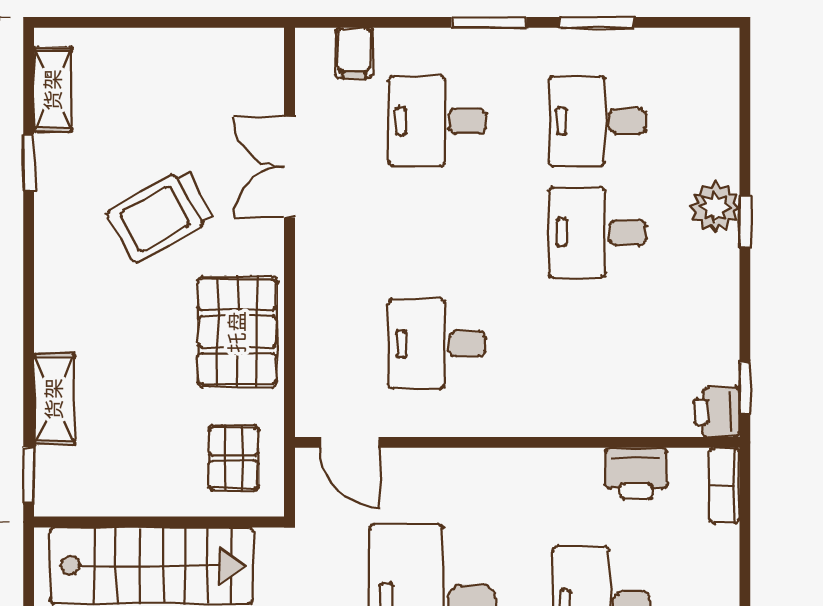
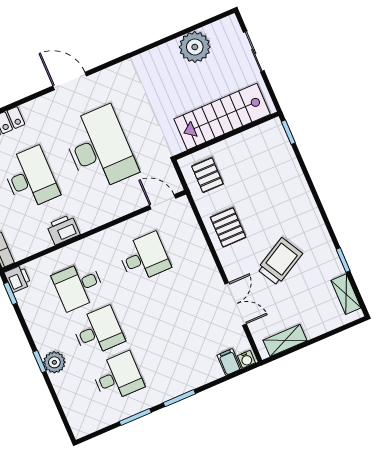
water cooler: (316, 43) -> (246, 359), added
desk: (437, 121) -> (79, 286), moved, turned 180
pallet: (237, 332) -> (228, 227), width x0.67, depth x0.71
shelving: (54, 399) -> (285, 340), moved, turned 90
printer: (636, 473) -> (63, 229), moved

